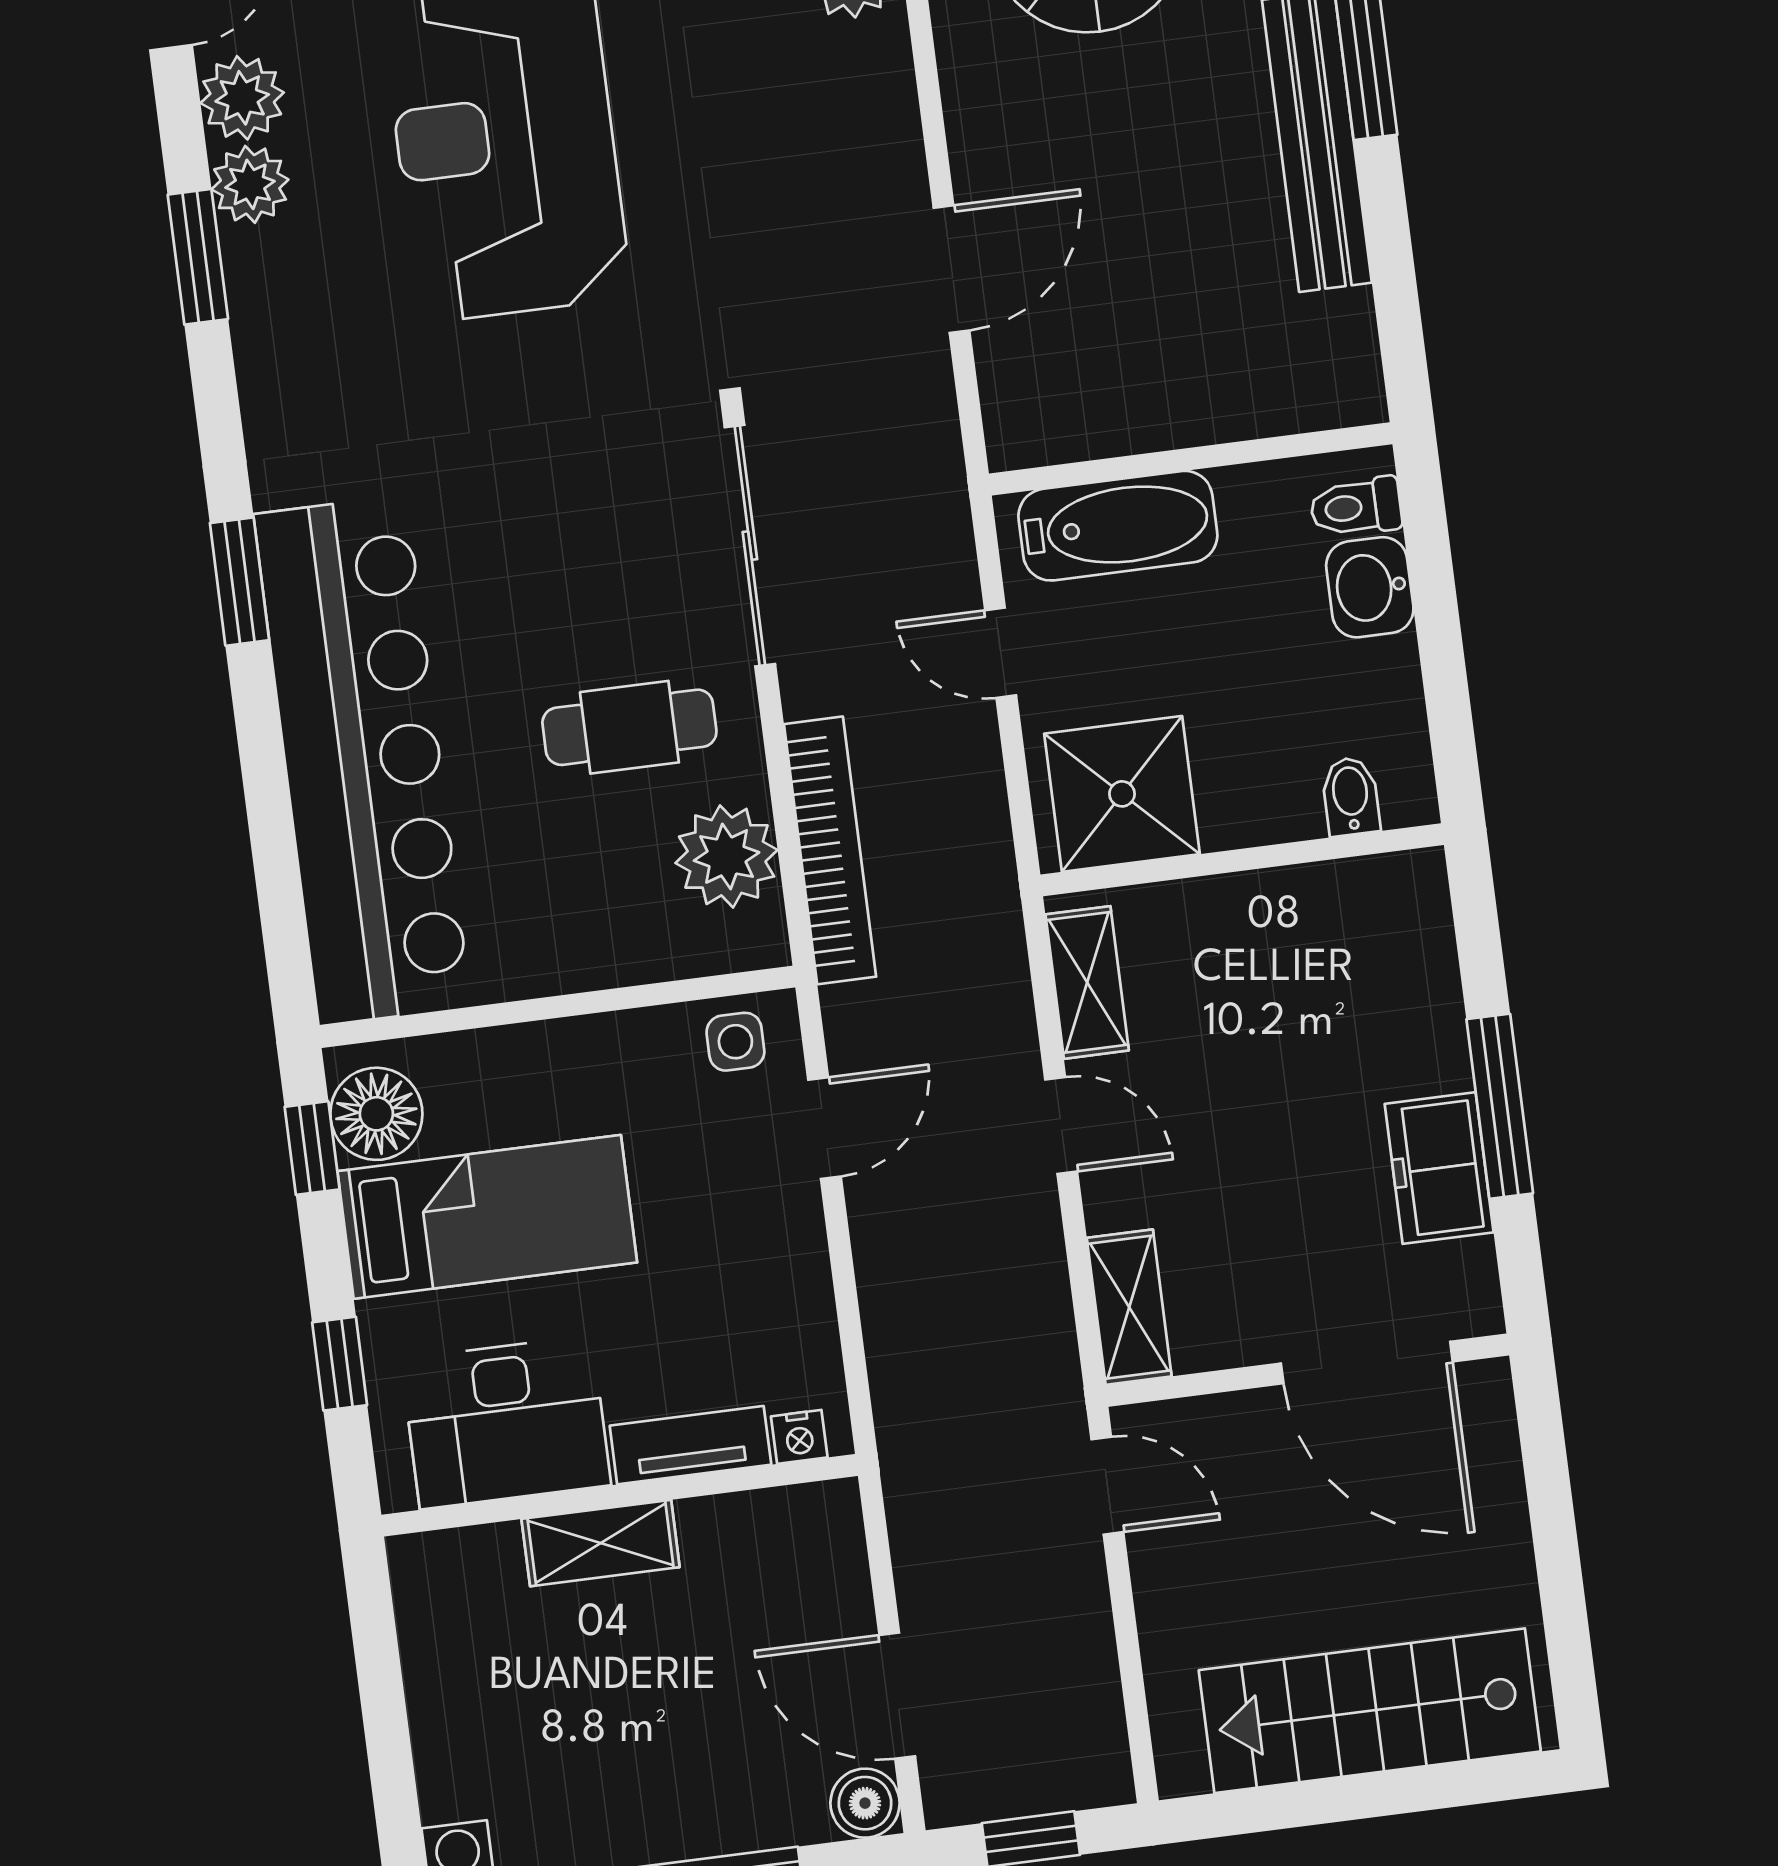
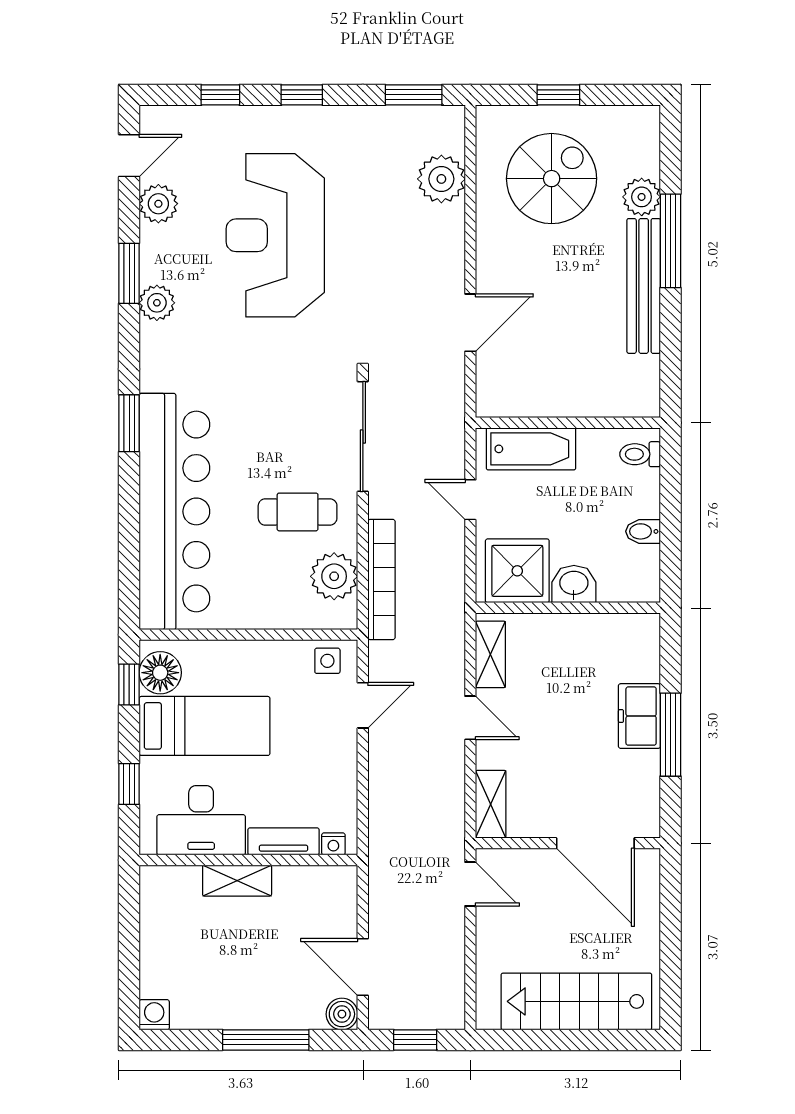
plant: (250, 184) -> (157, 303), moved
washbasin: (1370, 587) -> (574, 584), moved, turned 90
bidet: (1351, 796) -> (643, 531), moved, turned -90
freezer: (1439, 1168) -> (639, 716), moved

